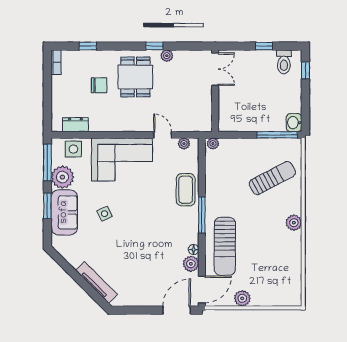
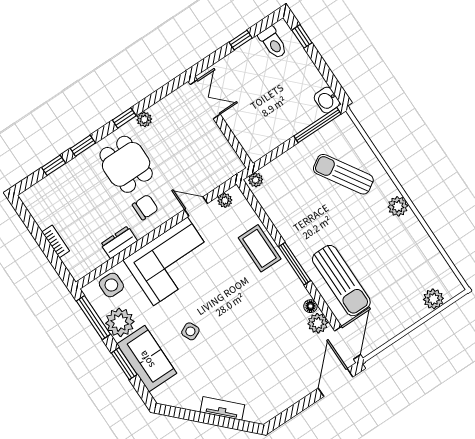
window: (115, 46) -> (83, 146), added
bookcase: (56, 62) -> (56, 241), moved
chair: (99, 85) -> (145, 207), moved
dresser: (76, 125) -> (119, 242), moved
sun lounger: (272, 178) -> (343, 174), turned -94
tv unit: (97, 282) -> (222, 408), width x0.71
plant: (242, 298) -> (433, 299), moved

